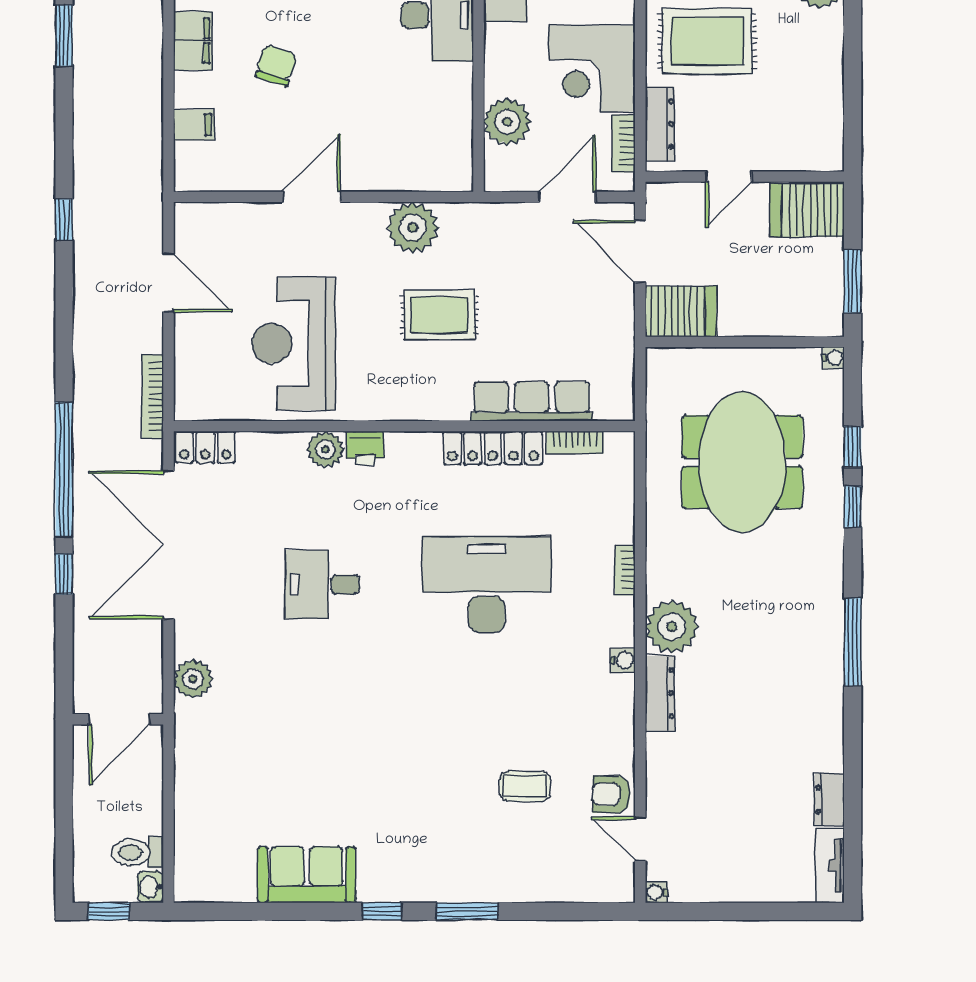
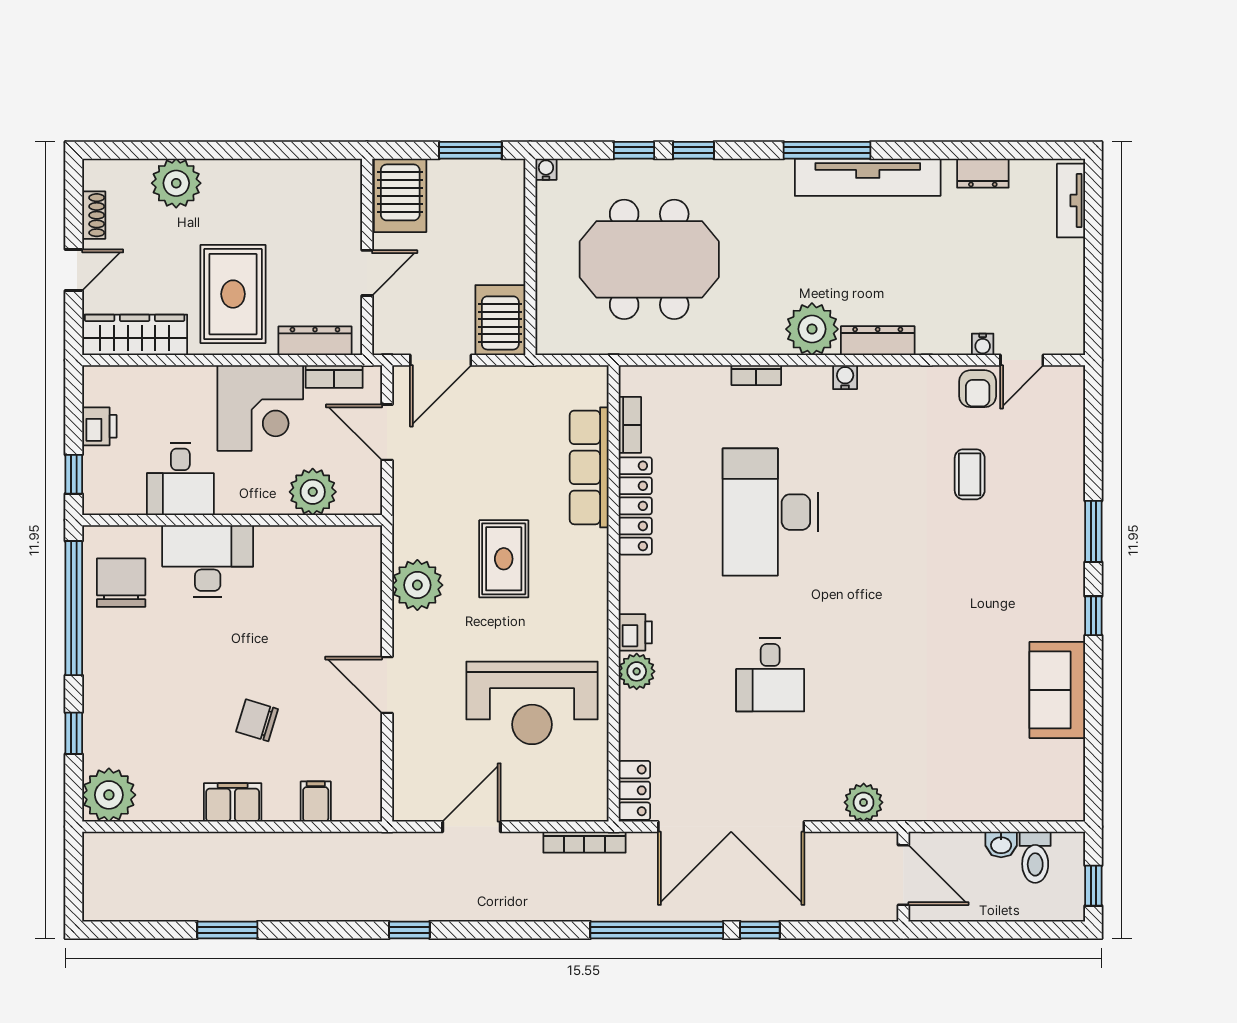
door: (729, 177) -> (367, 273), hinge flipped
tv unit: (825, 683) -> (868, 177), added
tv unit: (830, 866) -> (1071, 201), moved, turned 90
washbasin: (150, 887) -> (1001, 844), moved
water cooler: (656, 892) -> (983, 344), moved

